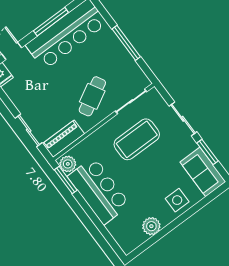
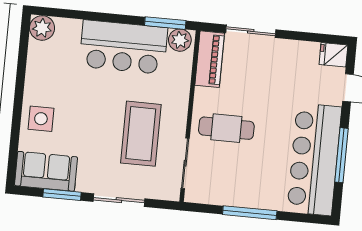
cafe table: (92, 96) -> (226, 128), turned -61
plant: (151, 226) -> (42, 28), moved

